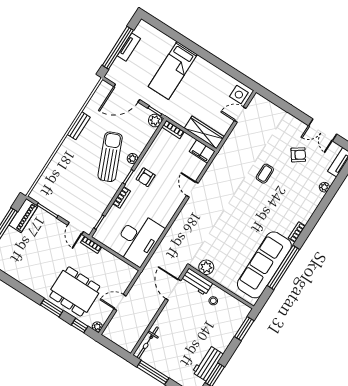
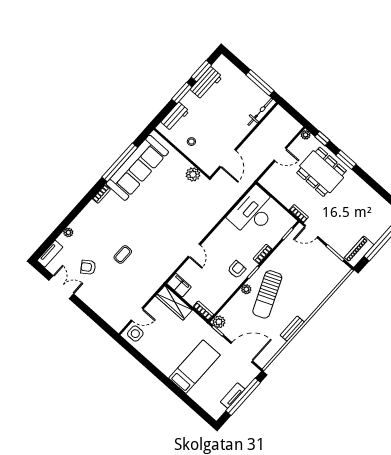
door: (75, 228) -> (311, 232), swing flipped
workbench: (197, 282) -> (175, 116), moved, turned 90
window: (244, 329) -> (182, 93), moved

